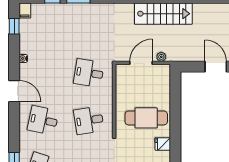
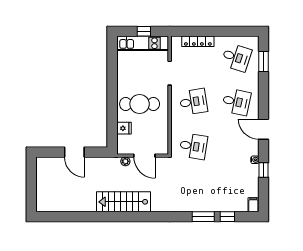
window: (14, 26) -> (264, 170), moved
door: (141, 63) -> (144, 156), hinge flipped
fridge: (163, 144) -> (124, 128), moved

